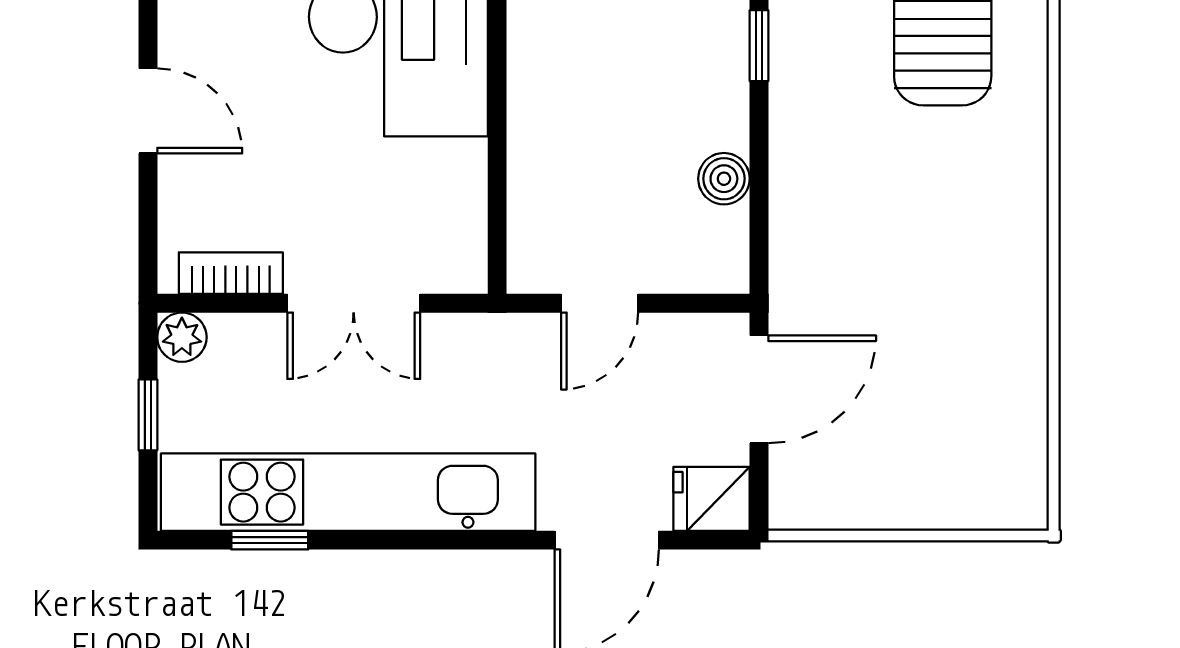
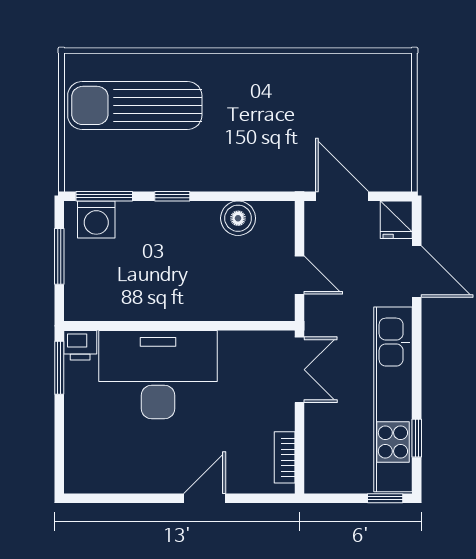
boiler: (724, 179) -> (238, 218), width x1.36, depth x1.36
double door: (354, 303) -> (300, 370), moved
plant: (182, 337) -> (316, 482), removed
window: (148, 415) -> (385, 498), moved

